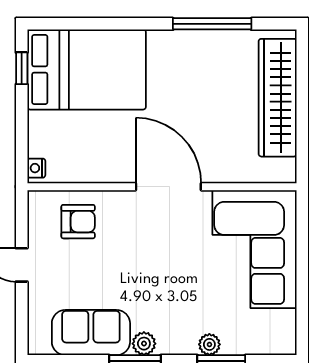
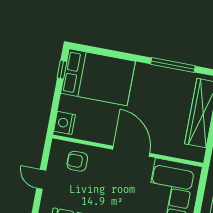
nightstand: (36, 168) -> (65, 123), width x1.89, depth x1.79
armchair: (78, 222) -> (77, 161), turned 180

